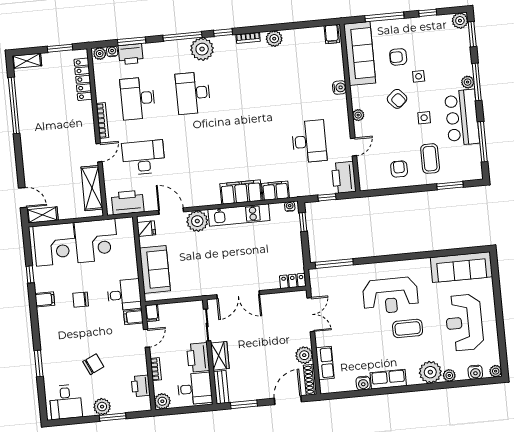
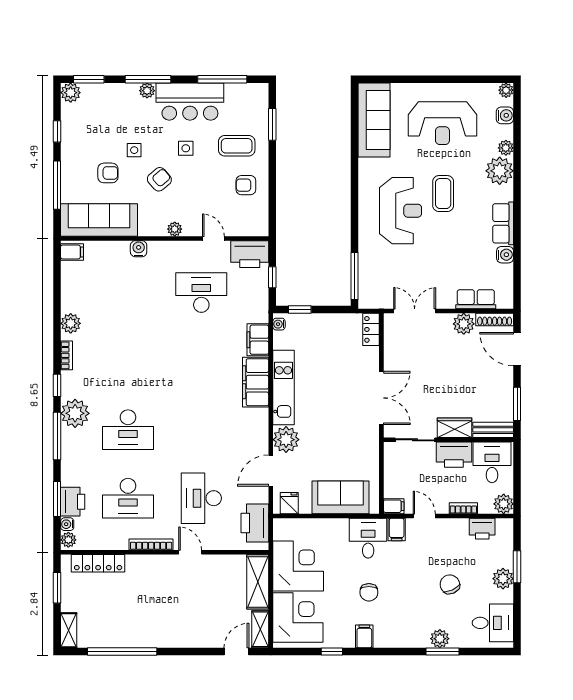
armchair: (398, 57) -> (108, 173), turned -90
shelving: (92, 188) -> (258, 582), moved, turned 90
plant: (49, 360) -> (440, 639), added

